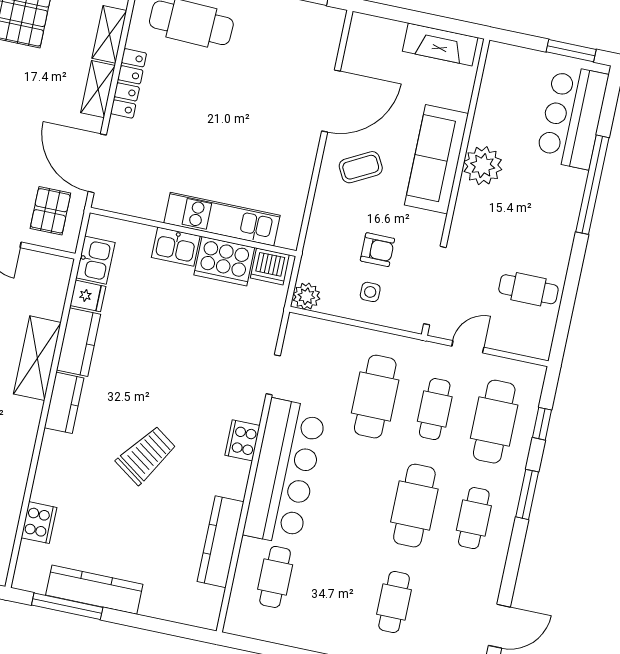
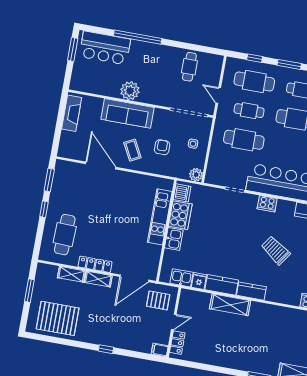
armchair: (377, 250) -> (162, 147), moved

